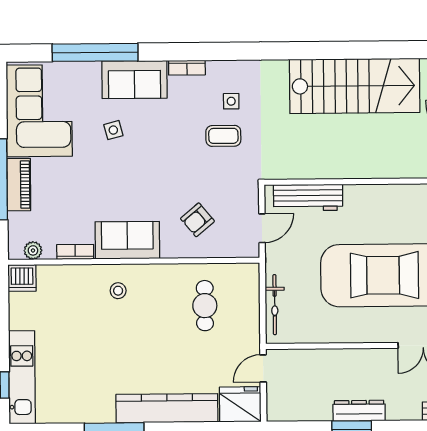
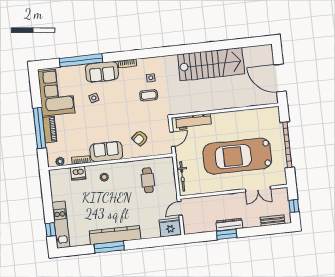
dishwasher: (22, 278) -> (78, 173), moved
kitchen counter: (167, 408) -> (115, 235), moved

